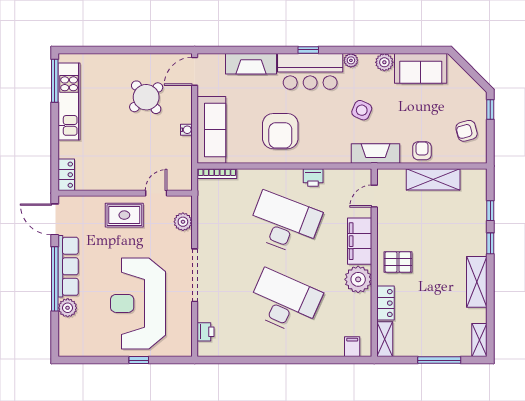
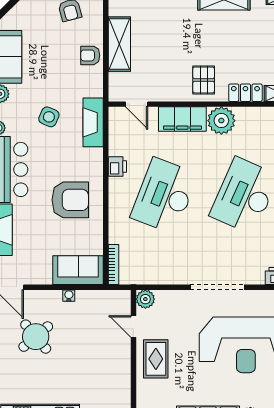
sofa: (211, 130) -> (78, 270), width x0.73
fireplace: (376, 154) -> (93, 122), moved
plant: (183, 222) -> (145, 299), moved

